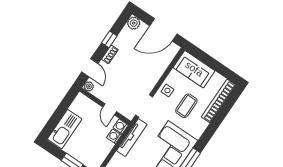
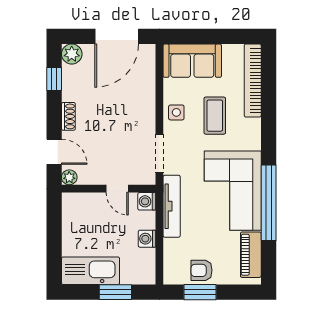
window: (109, 39) -> (54, 79), moved
kitchen sink: (65, 129) -> (91, 271), moved, turned -90
washing machine: (114, 136) -> (147, 239), moved

